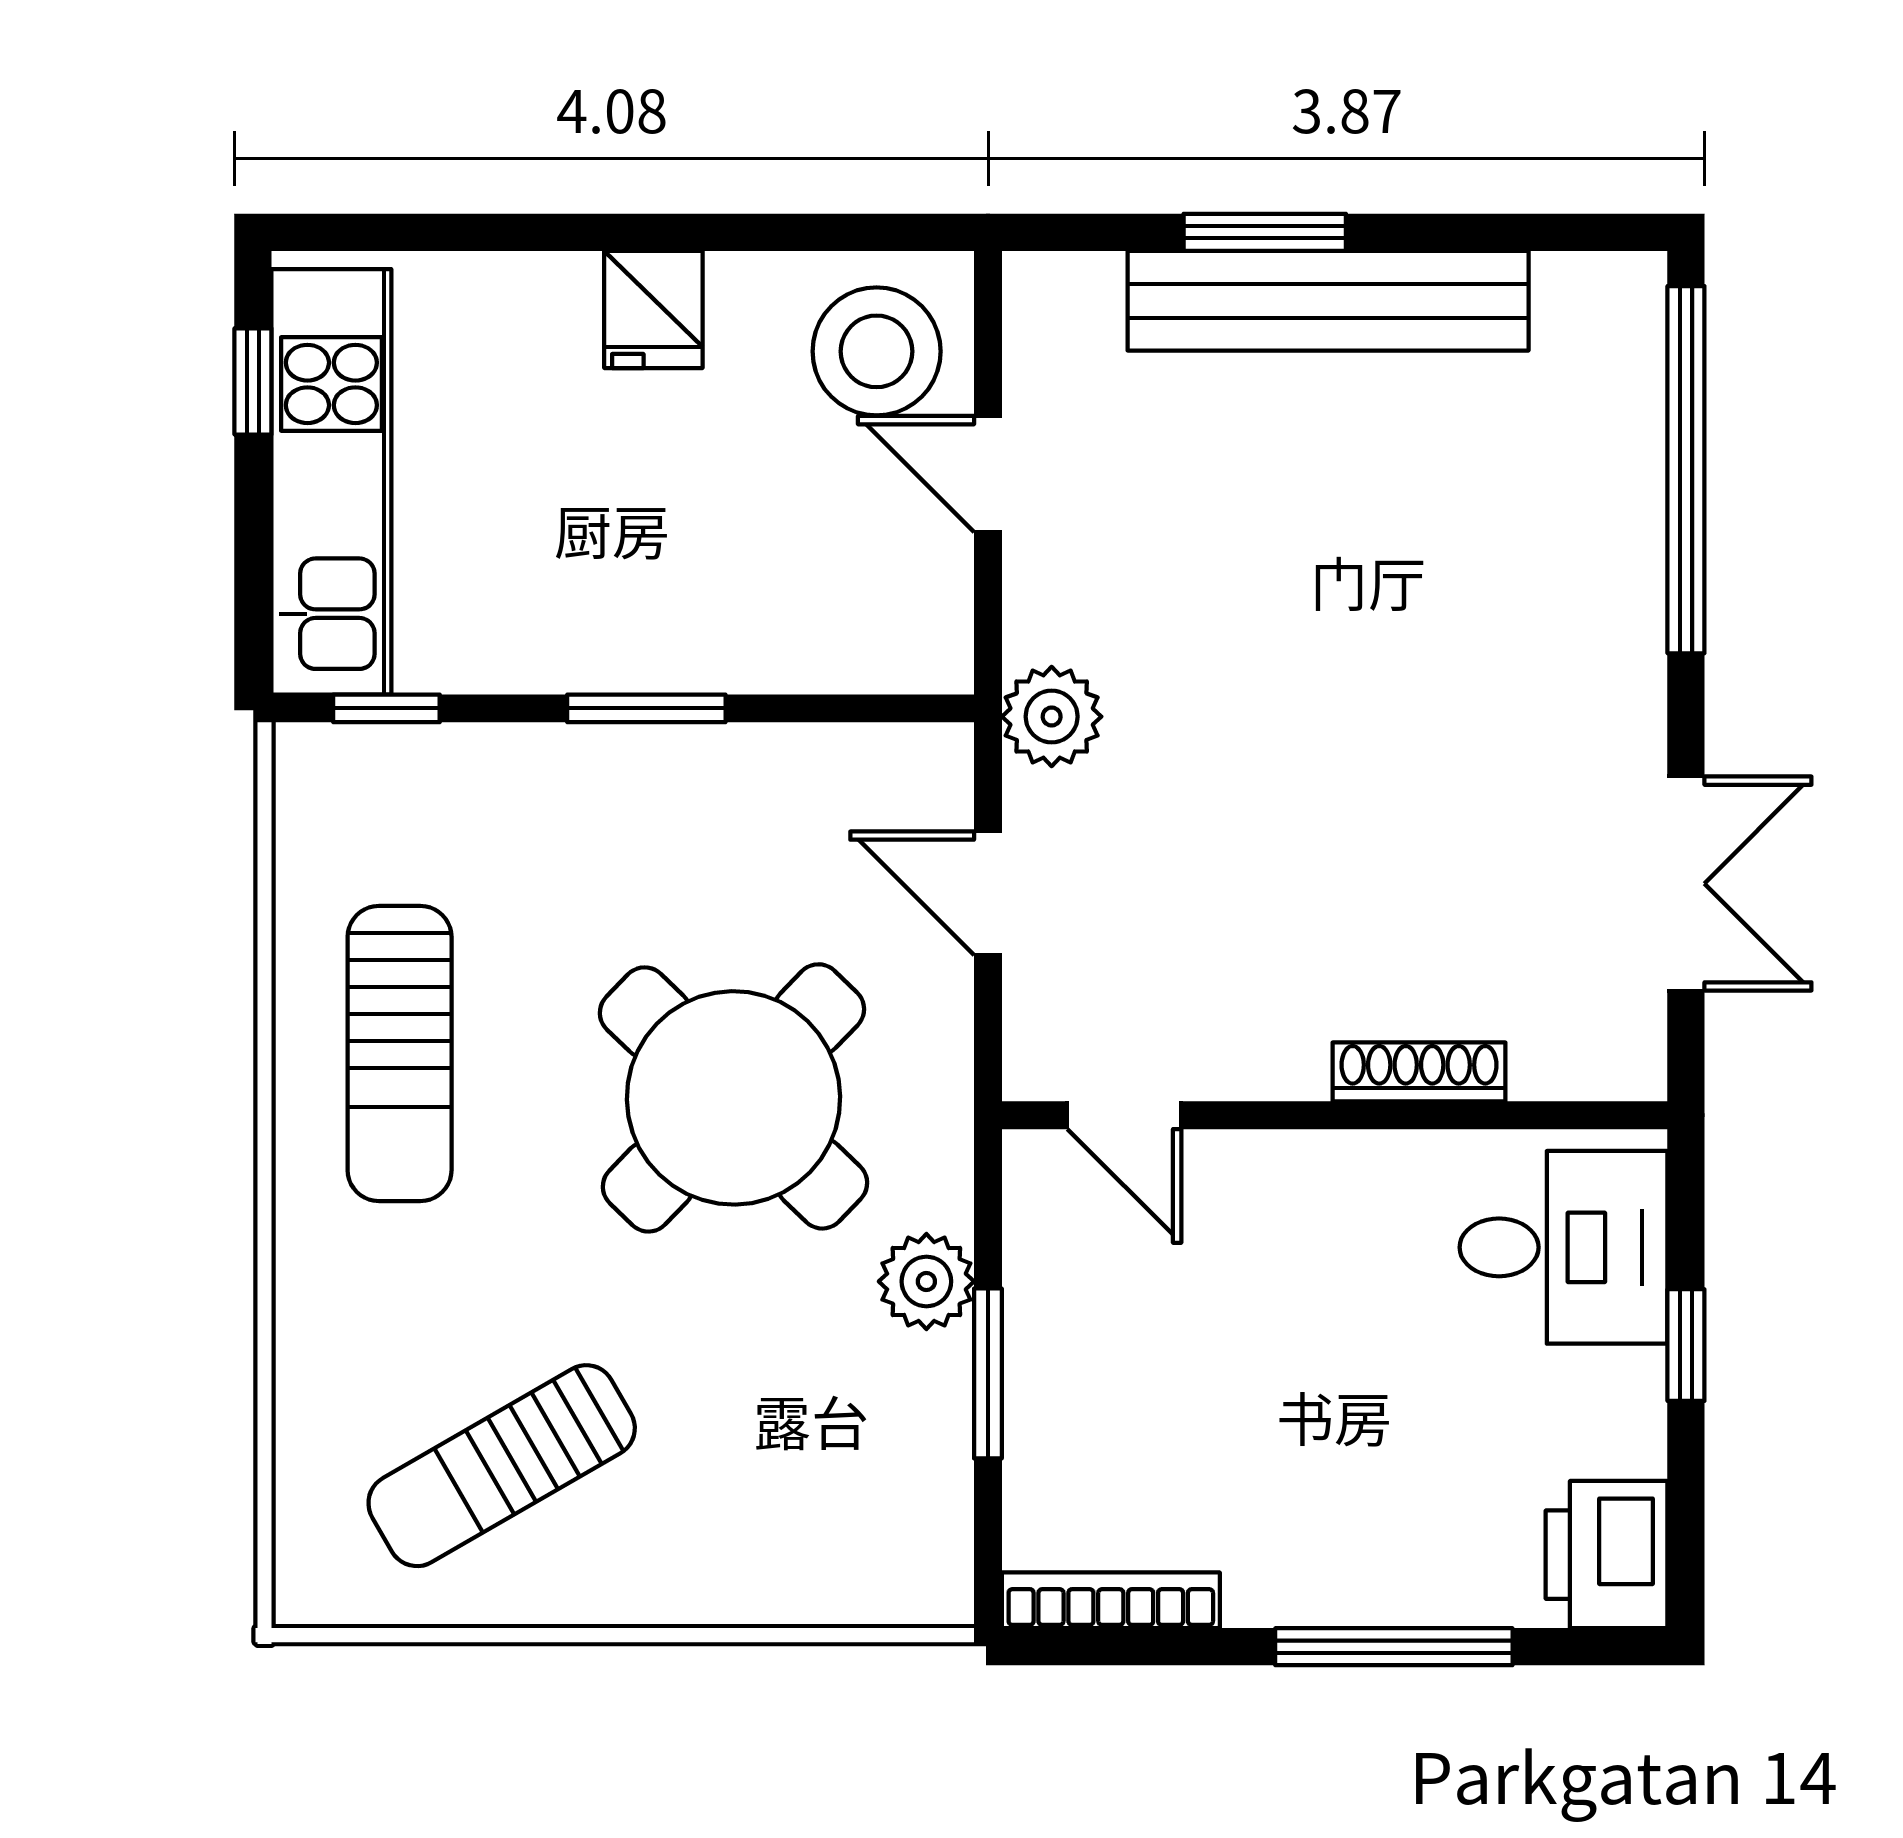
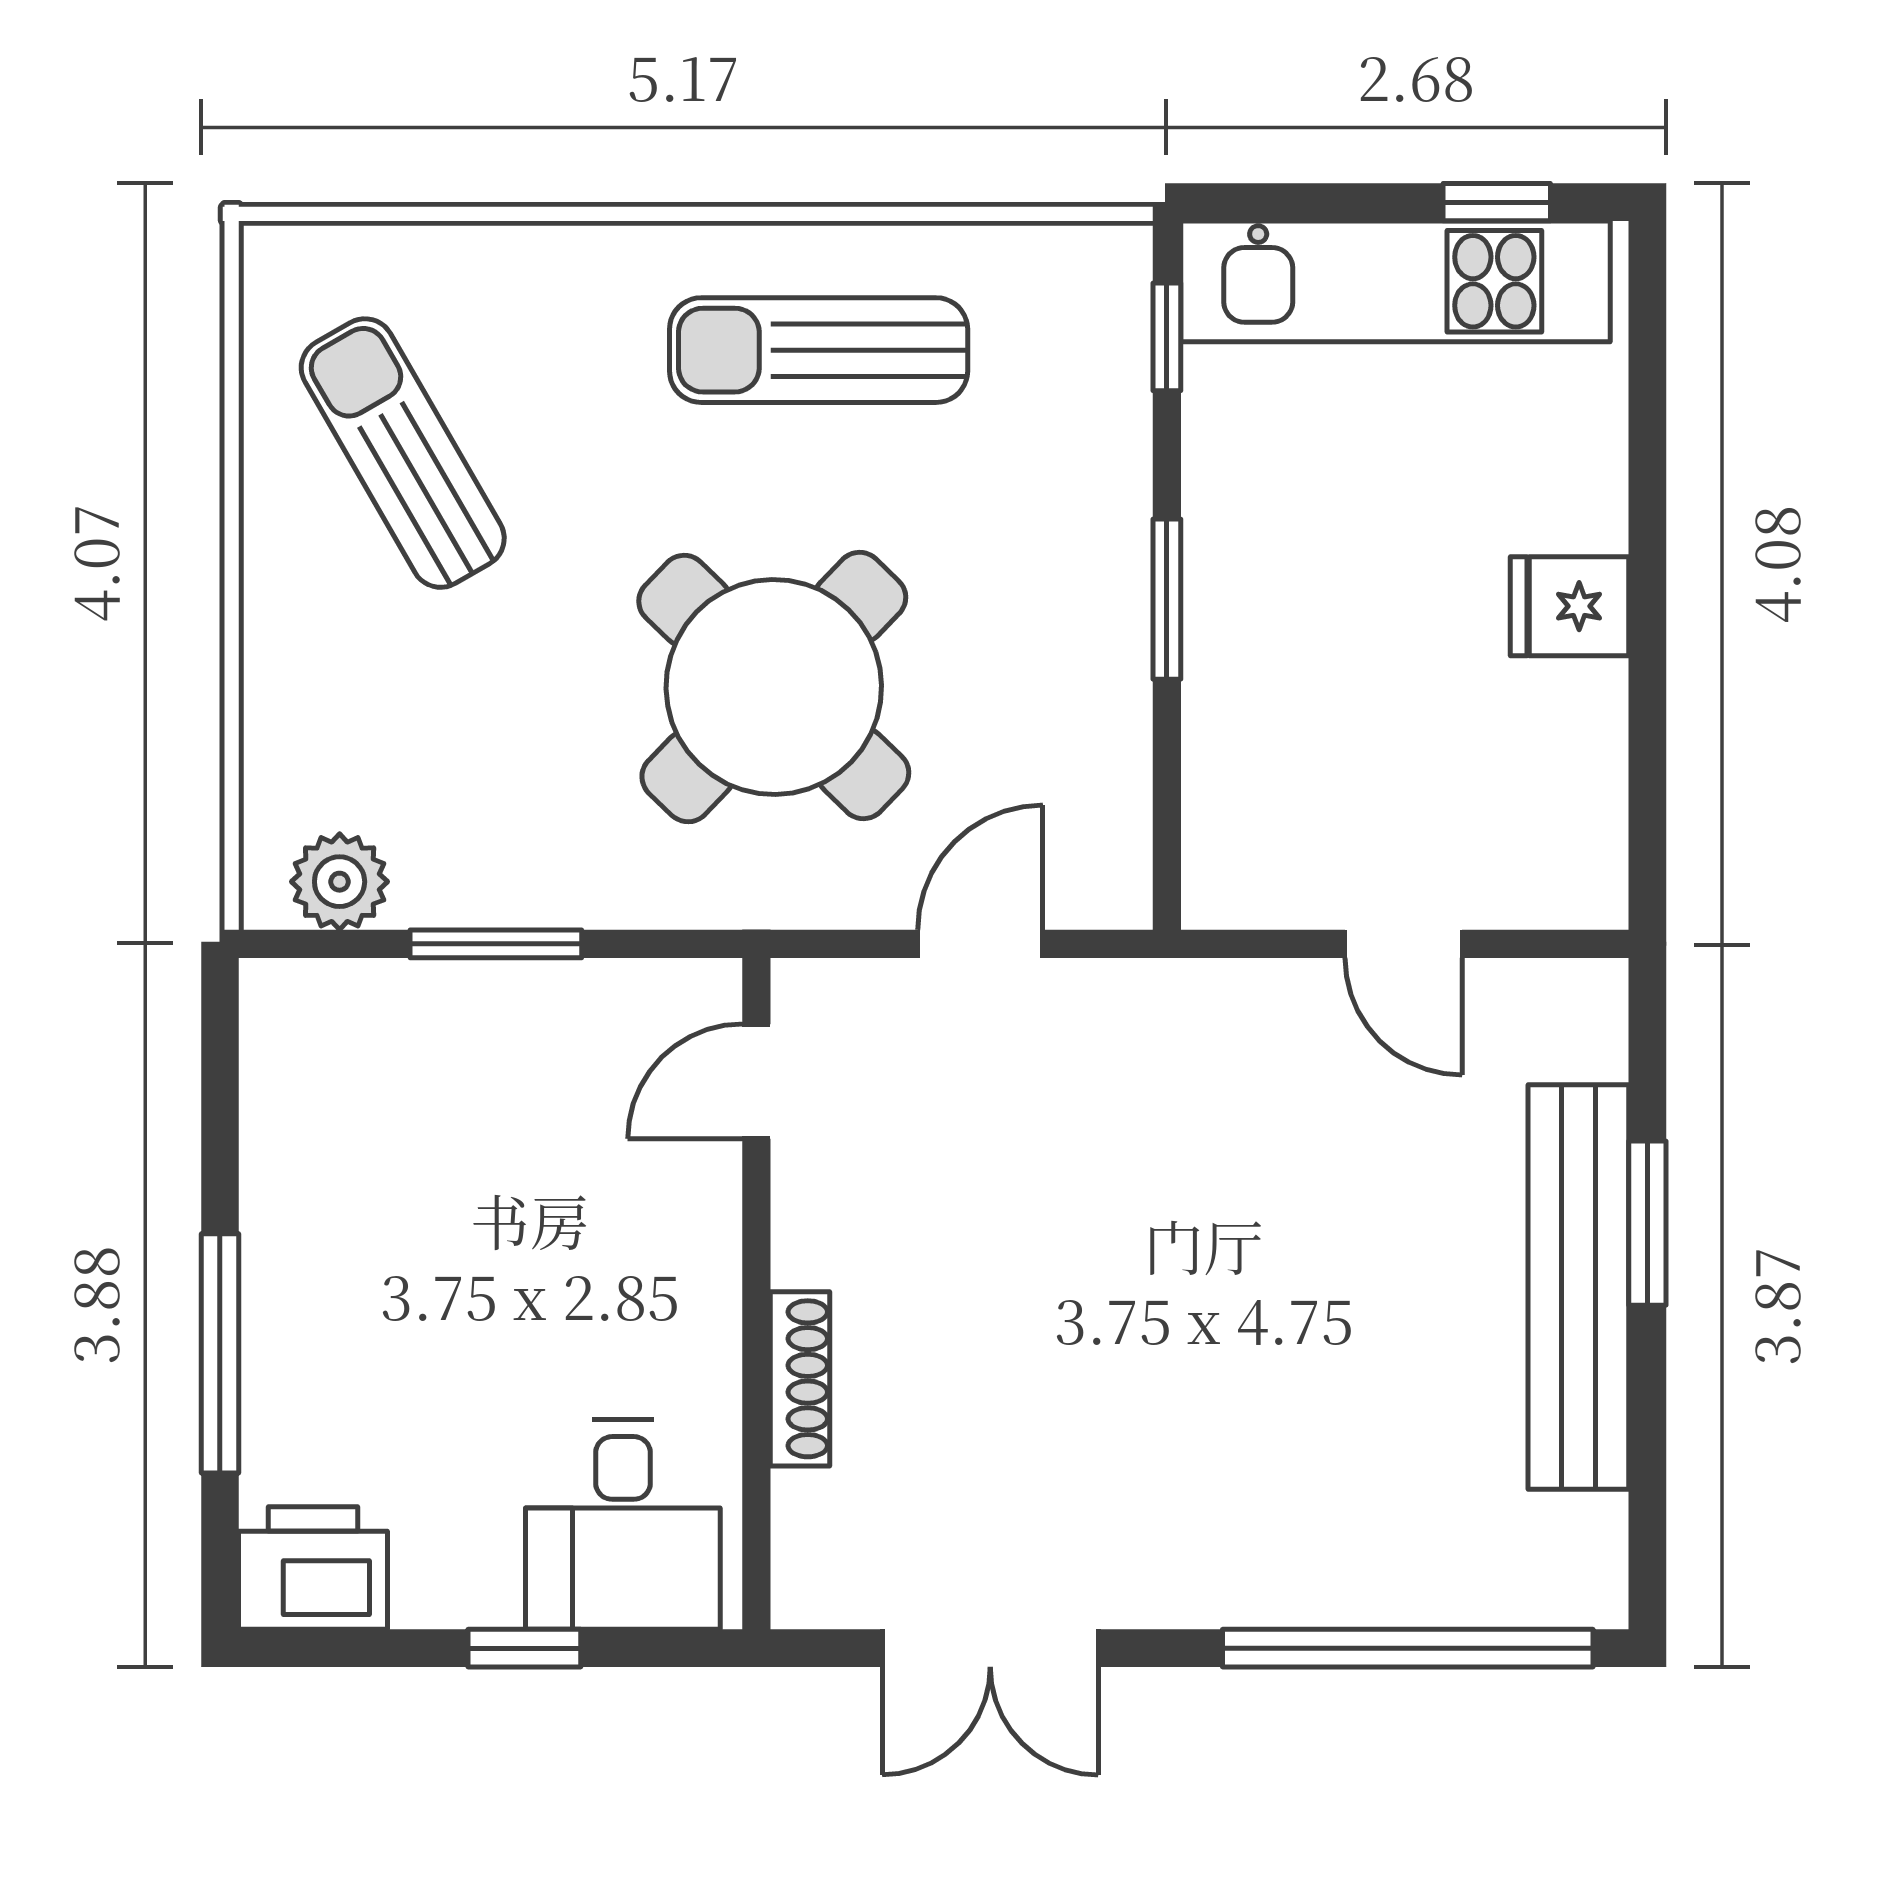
stool: (877, 351) -> (1527, 831), removed
door: (988, 474) -> (1403, 944), swing flipped
plant: (1052, 717) -> (1159, 1008), removed
plant: (926, 1281) -> (340, 882), moved
bookcase: (1111, 1600) -> (267, 1068), removed

